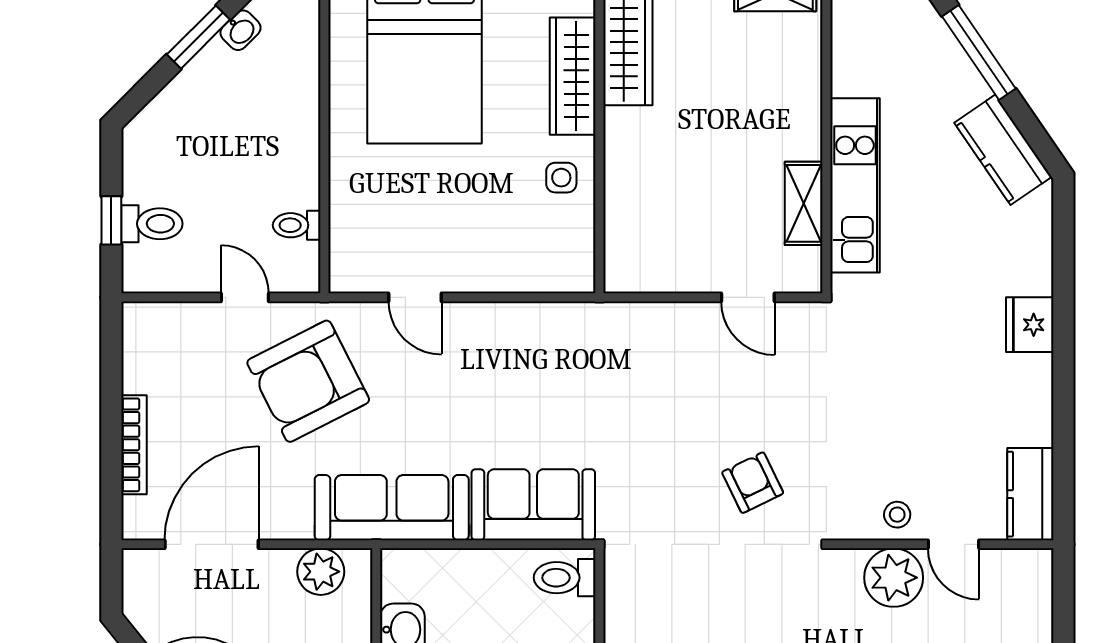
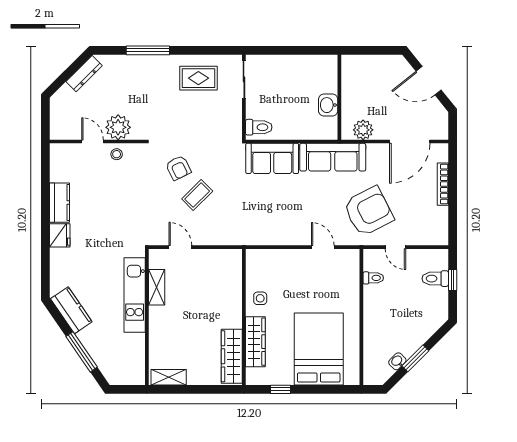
coffee table: (709, 419) -> (197, 195), added
kitchen counter: (1030, 494) -> (60, 203), moved

